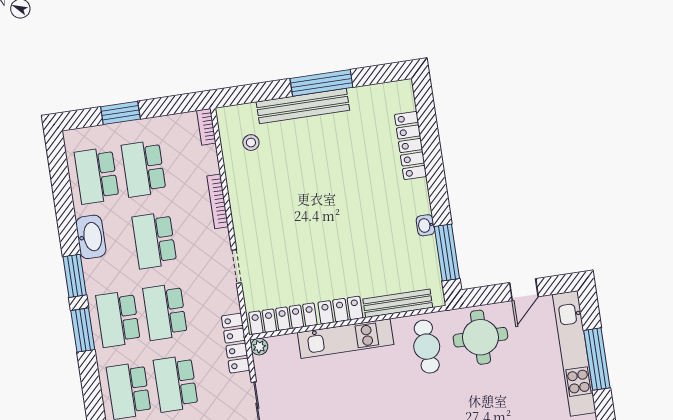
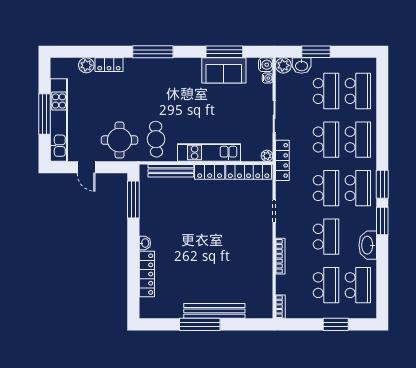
stool: (251, 143) -> (252, 292), removed
washbasin: (425, 225) -> (145, 243), moved
door: (524, 290) -> (86, 167), swing flipped

